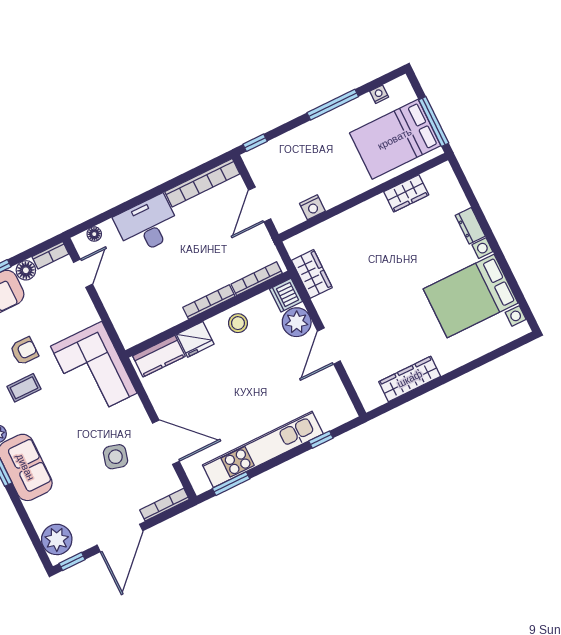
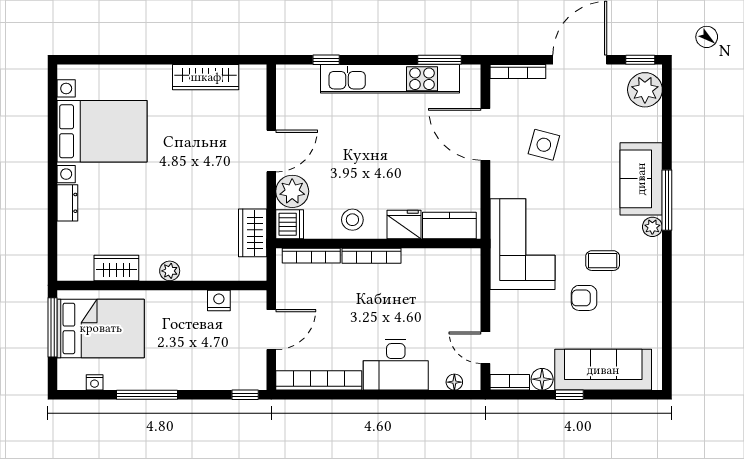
plant: (363, 212) -> (170, 271), added
door: (83, 273) -> (485, 348), hinge flipped

